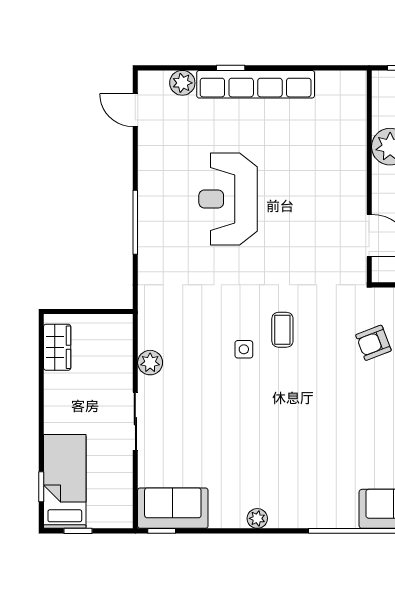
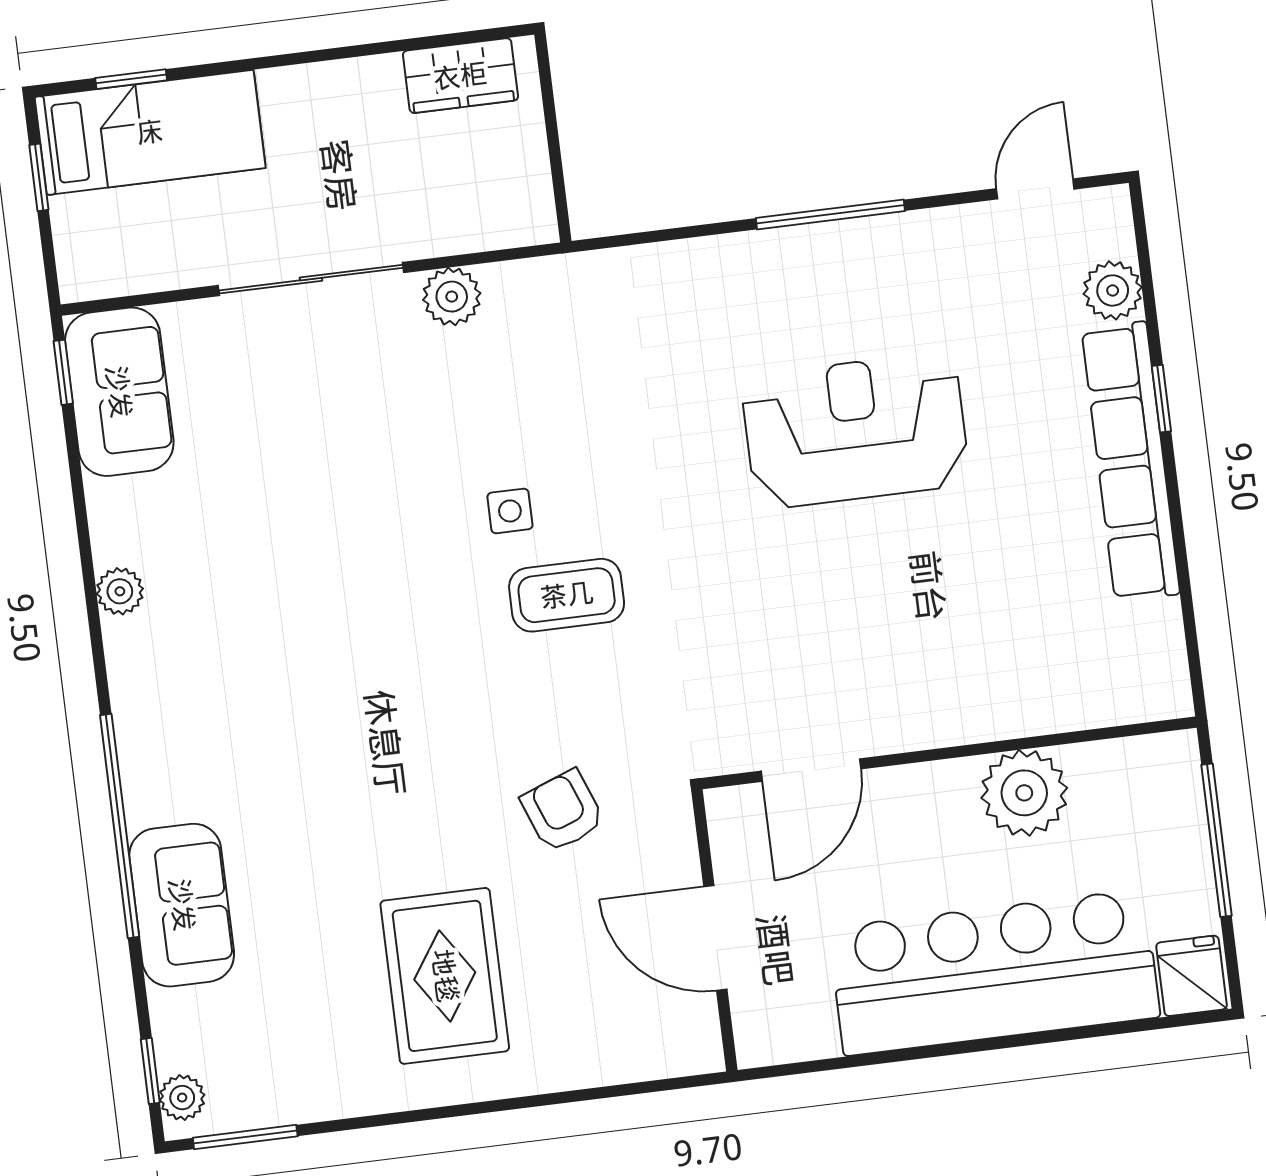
window: (135, 222) -> (830, 214), moved
coffee table: (282, 330) -> (567, 595), width x1.36, depth x1.30
sliding door: (135, 421) -> (311, 279), width x1.37

